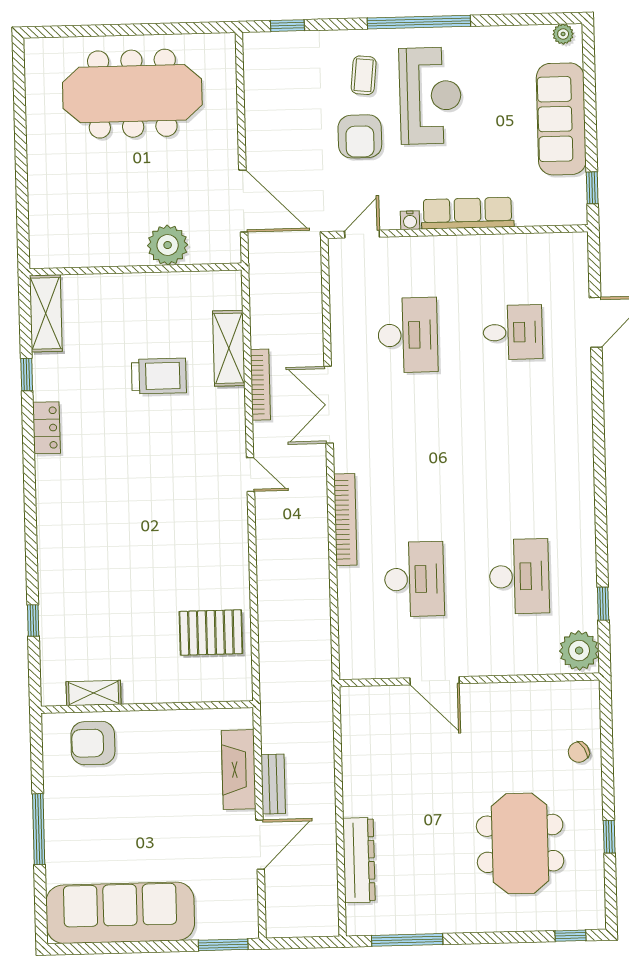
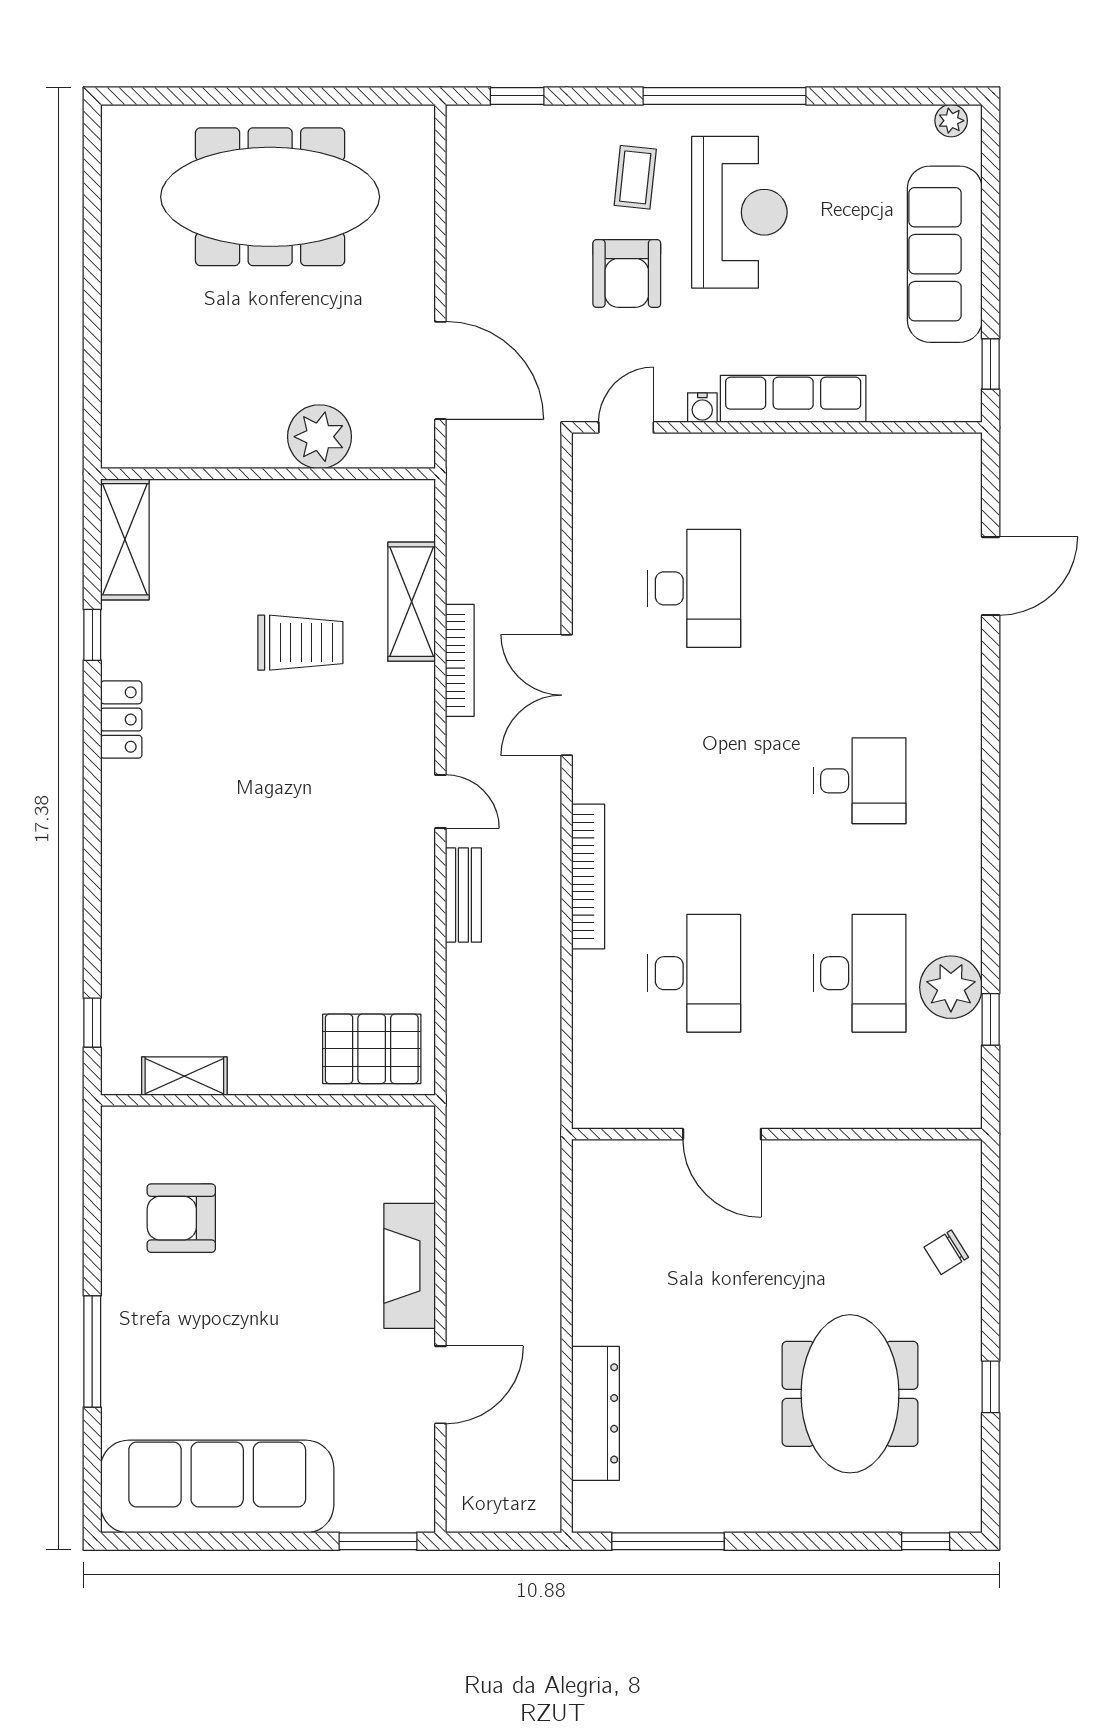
desk: (513, 332) -> (860, 781), moved
plant: (579, 651) -> (951, 987), moved
shelving: (94, 693) -> (184, 1076), moved
wall: (147, 707) -> (268, 1100), moved
bench: (273, 784) -> (463, 895), moved

